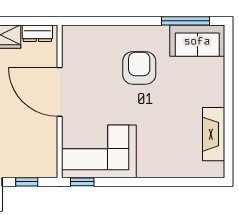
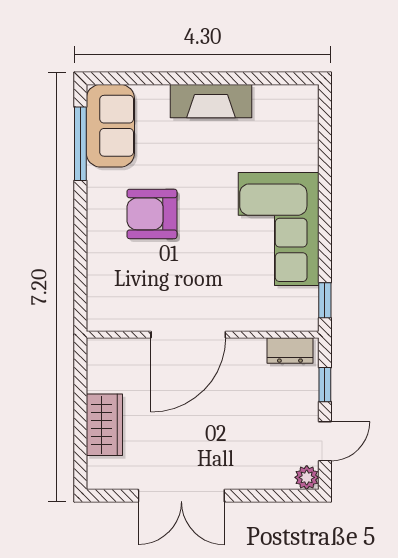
dresser: (37, 33) -> (290, 351), moved, turned 90
fireplace: (214, 134) -> (211, 101), moved
corner sofa: (99, 151) -> (279, 229), moved

